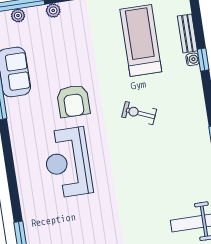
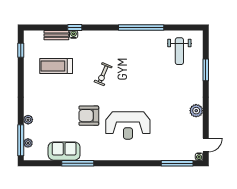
treadmill: (141, 40) -> (56, 66), width x0.73, depth x0.73
armchair: (73, 101) -> (89, 116), turned 180

